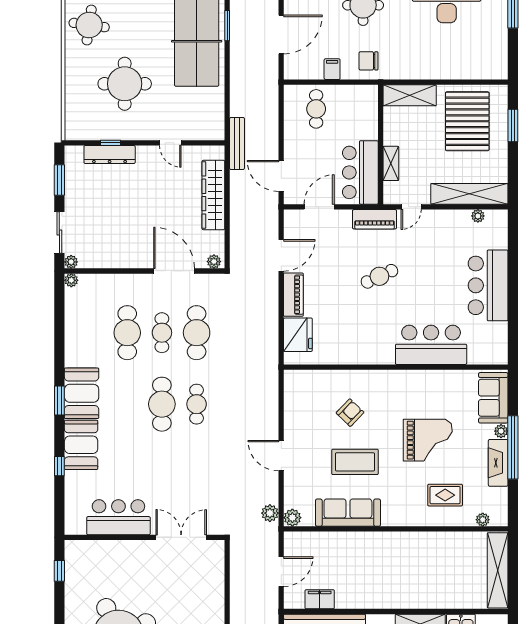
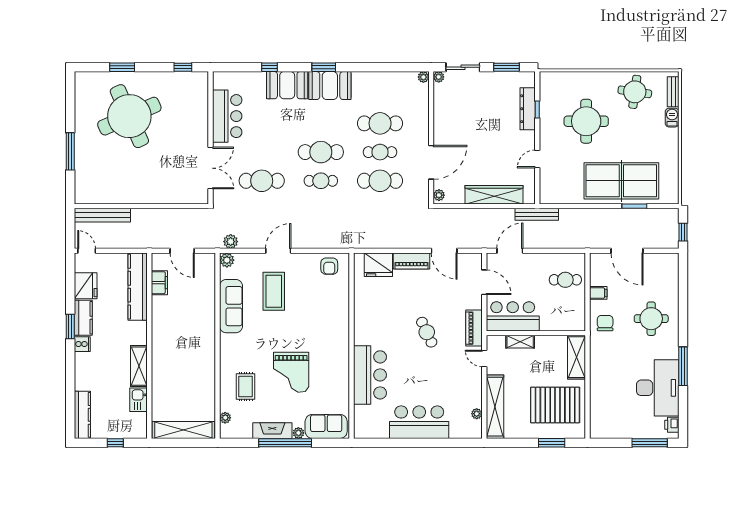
armchair: (350, 413) -> (329, 266), moved, turned 46
coffee table: (355, 462) -> (274, 291), moved
cafe table: (197, 476) -> (262, 181), added

